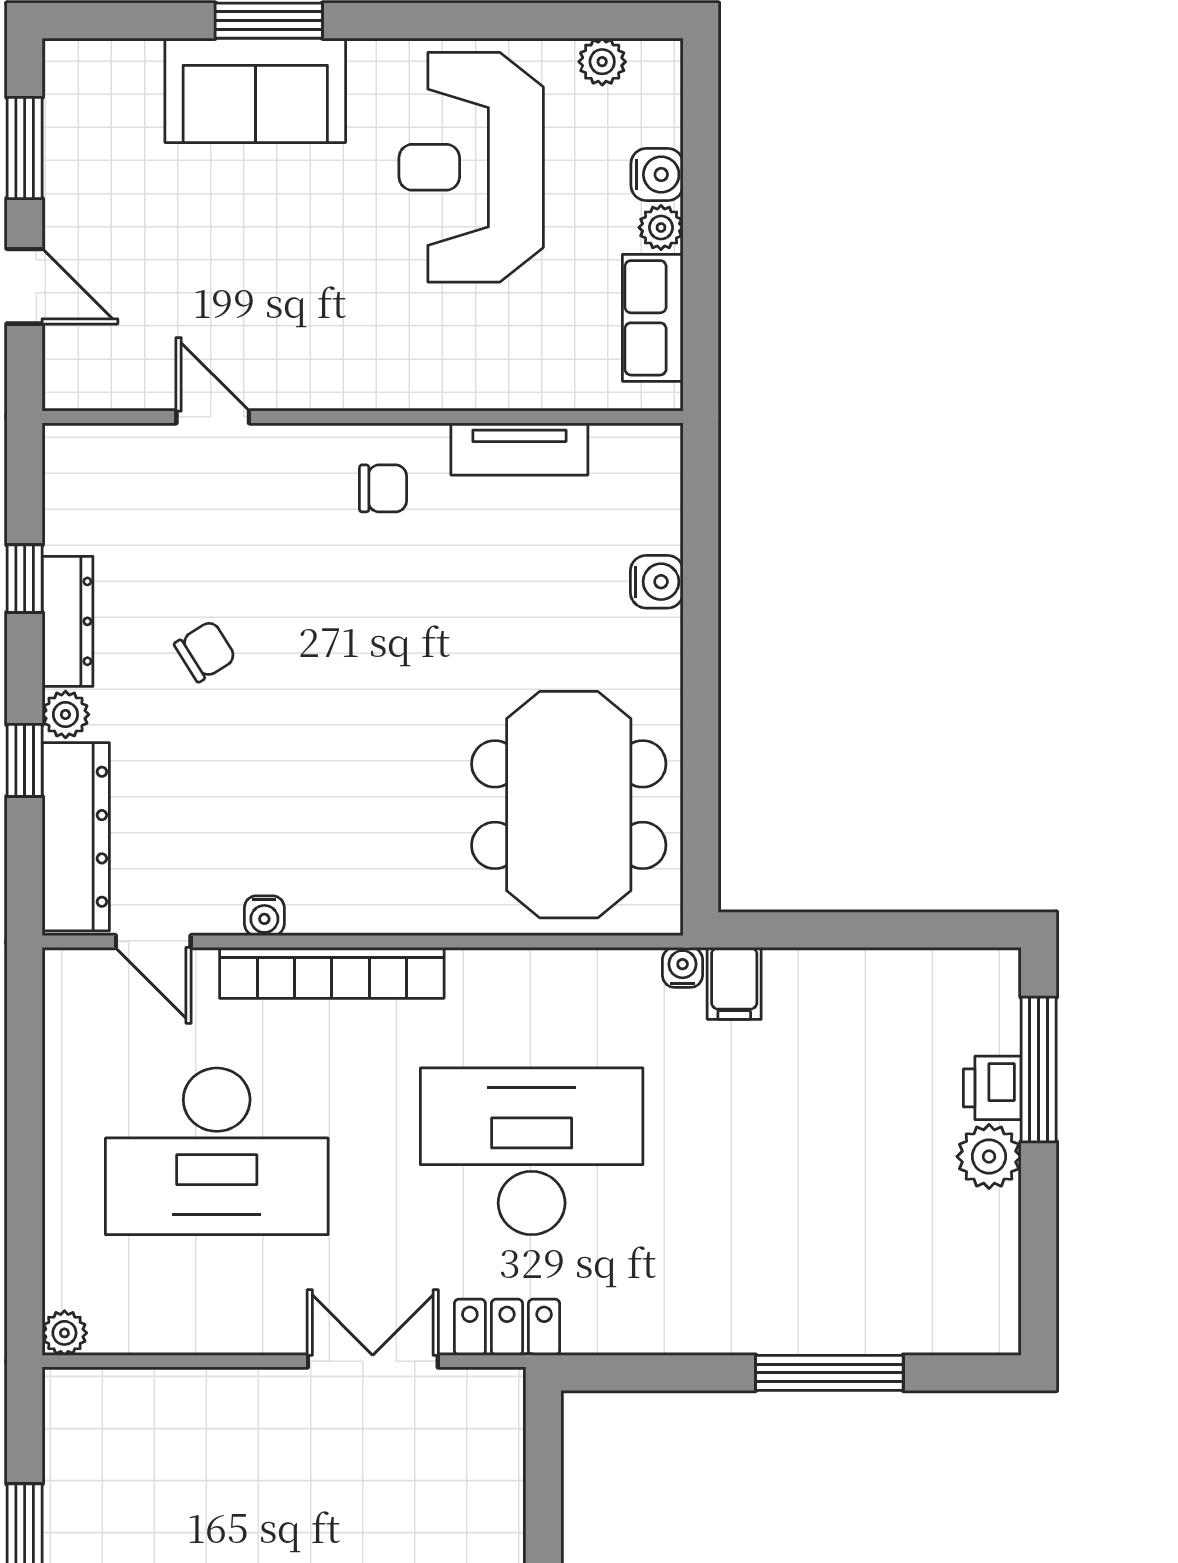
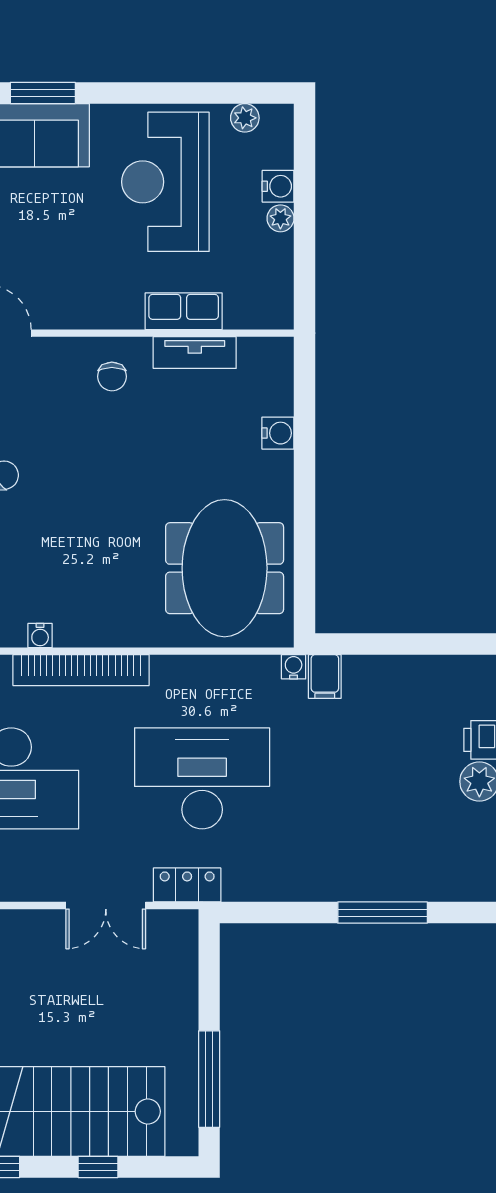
row of seats: (653, 318) -> (184, 311), moved, turned 90
chair: (383, 488) -> (112, 377), turned 90
double door: (373, 1361) -> (106, 906), swing flipped

